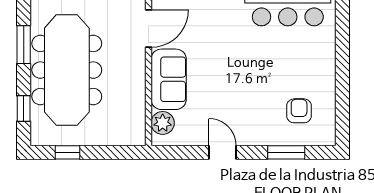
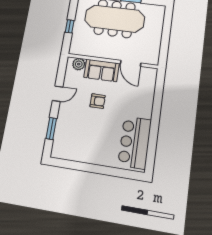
armchair: (299, 111) -> (98, 101), moved
window: (68, 152) -> (70, 26), moved

